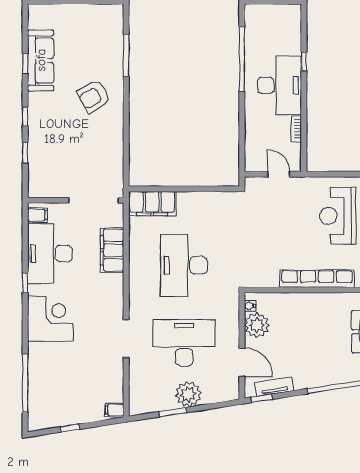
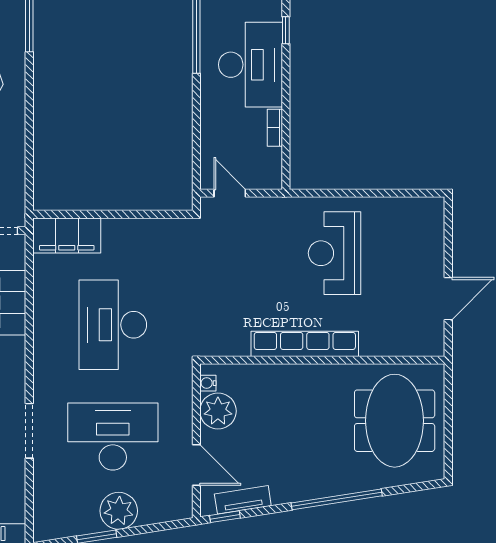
door: (279, 174) -> (230, 193), moved

